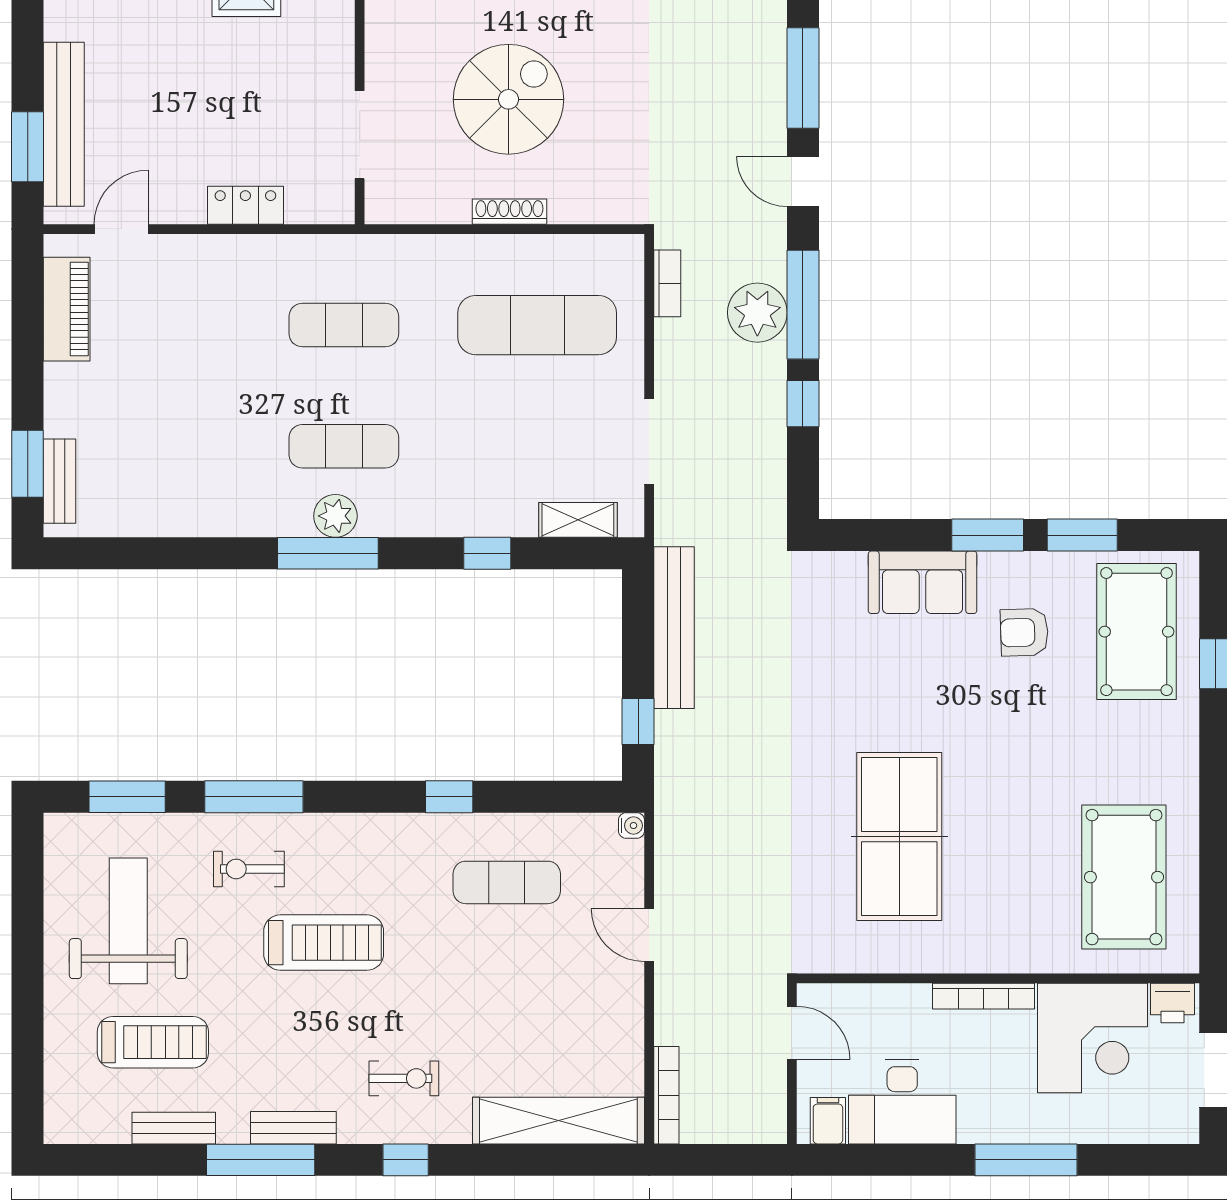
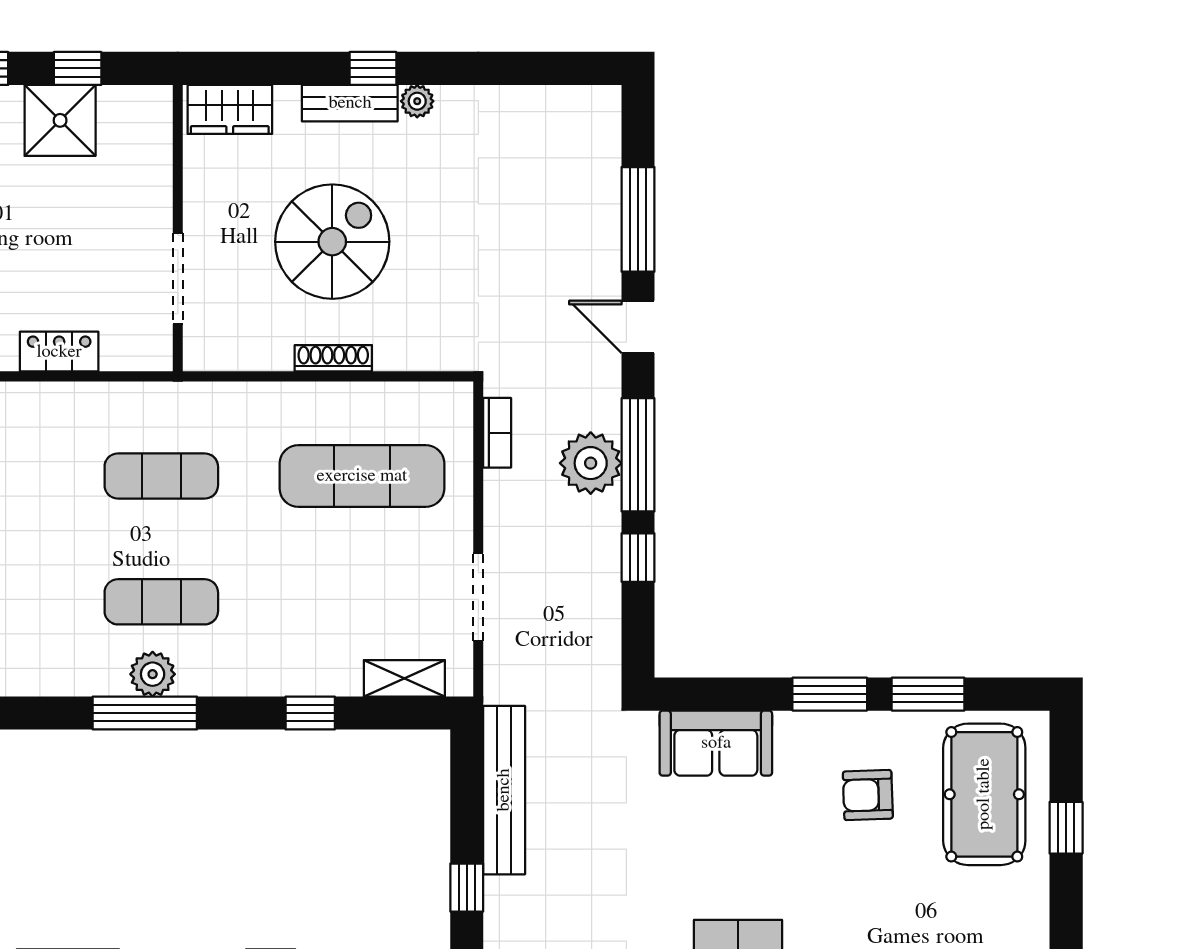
sofa: (923, 582) -> (716, 743), moved

